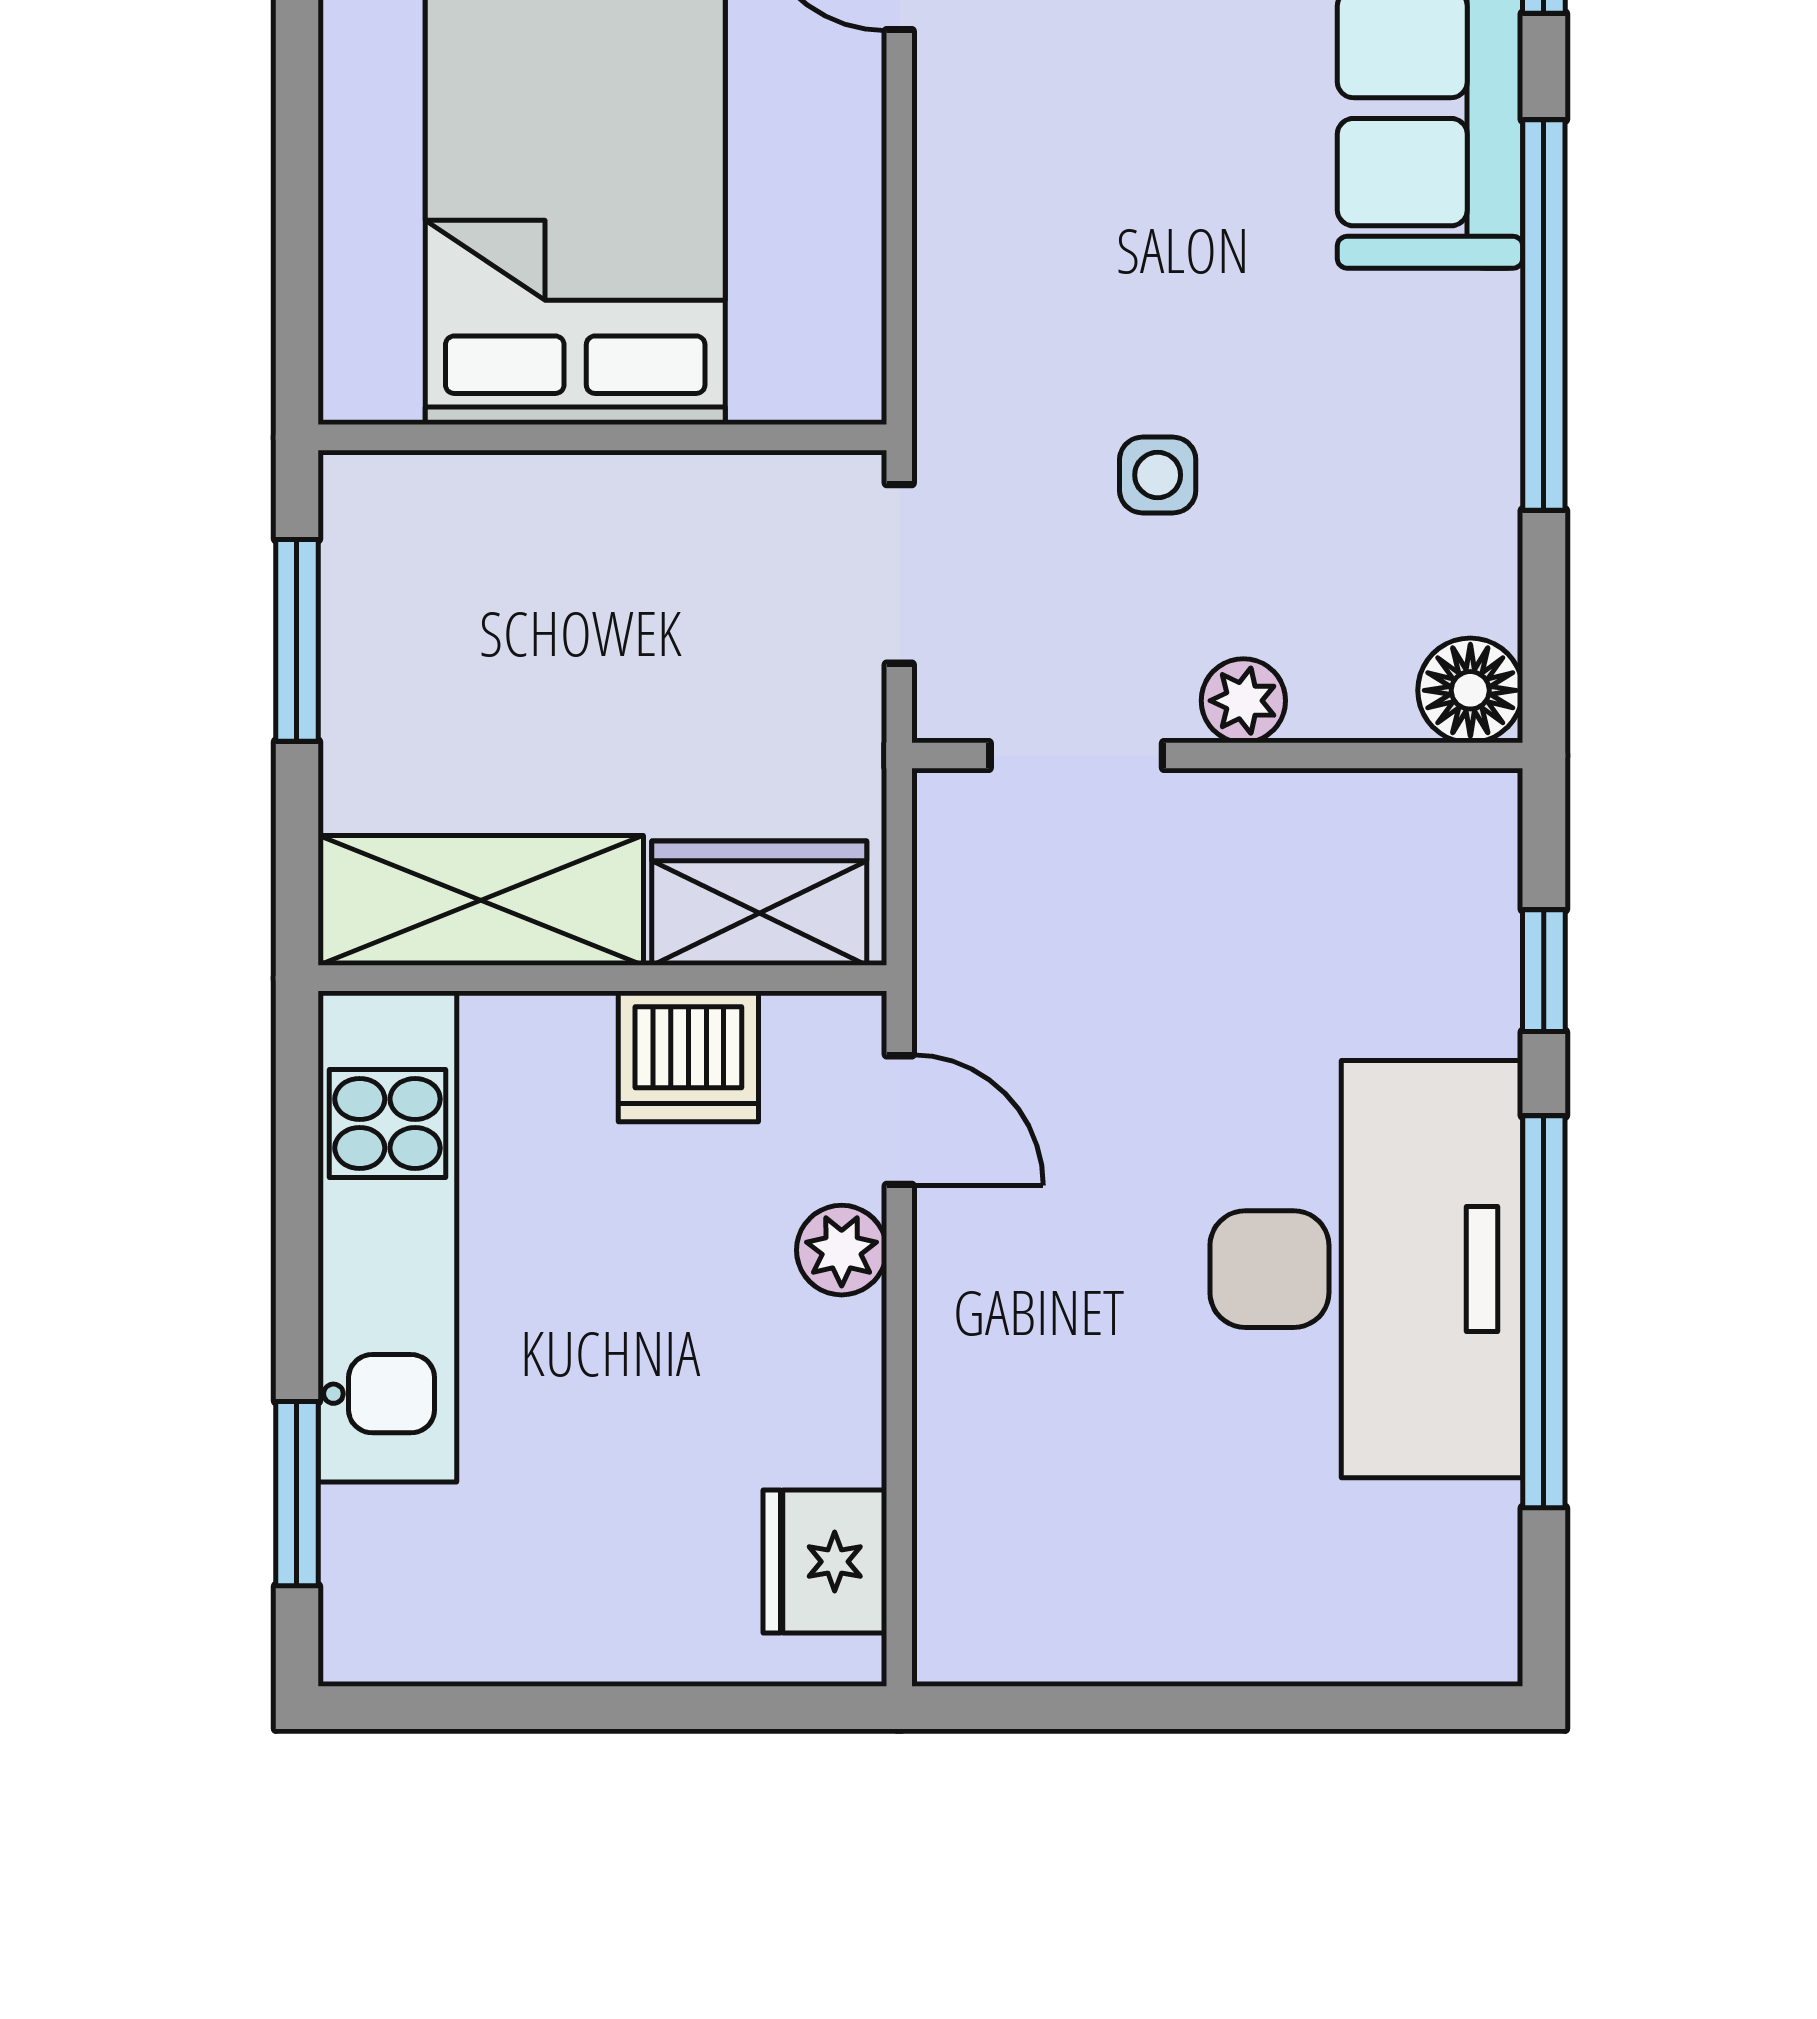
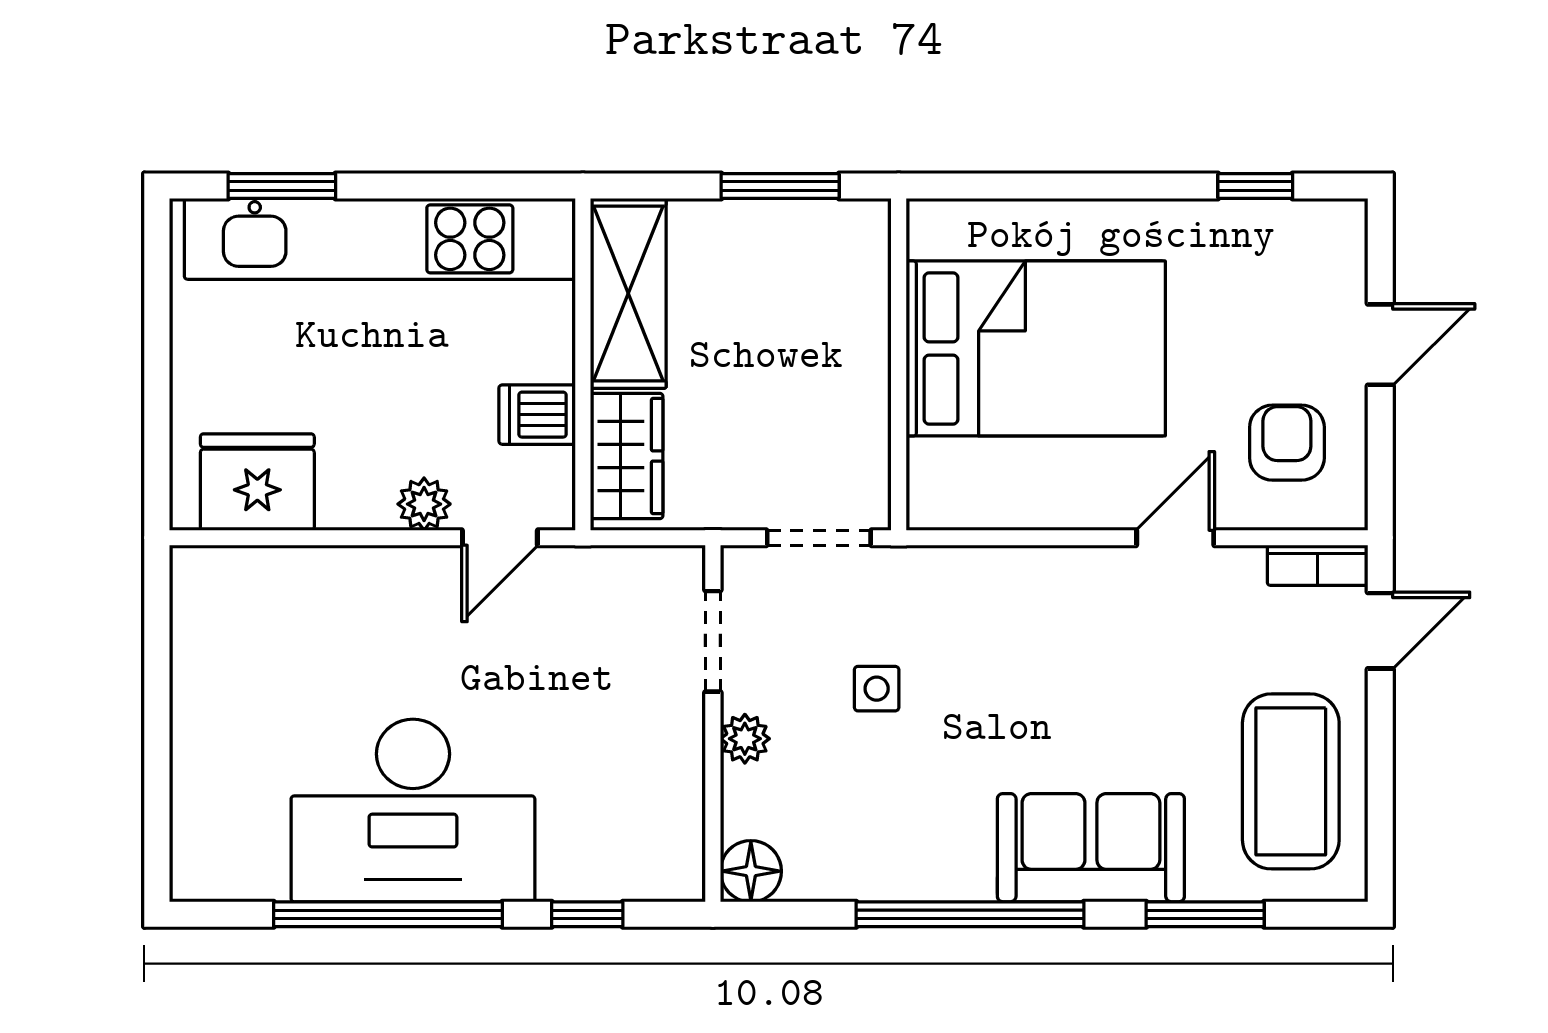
dishwasher: (688, 1056) -> (537, 415), width x0.73
kitchen unit: (387, 1236) -> (380, 239), width x1.36
fridge: (825, 1562) -> (257, 482), width x1.36, depth x1.34

